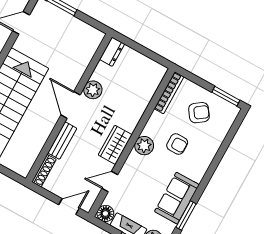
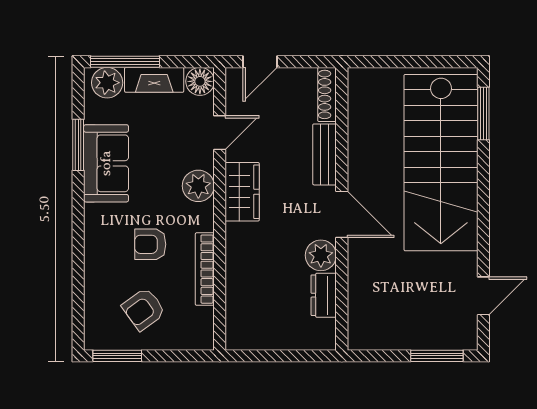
dresser: (112, 52) -> (324, 295), moved
bookcase: (169, 93) -> (205, 269), moved
plant: (144, 146) -> (198, 186), moved

